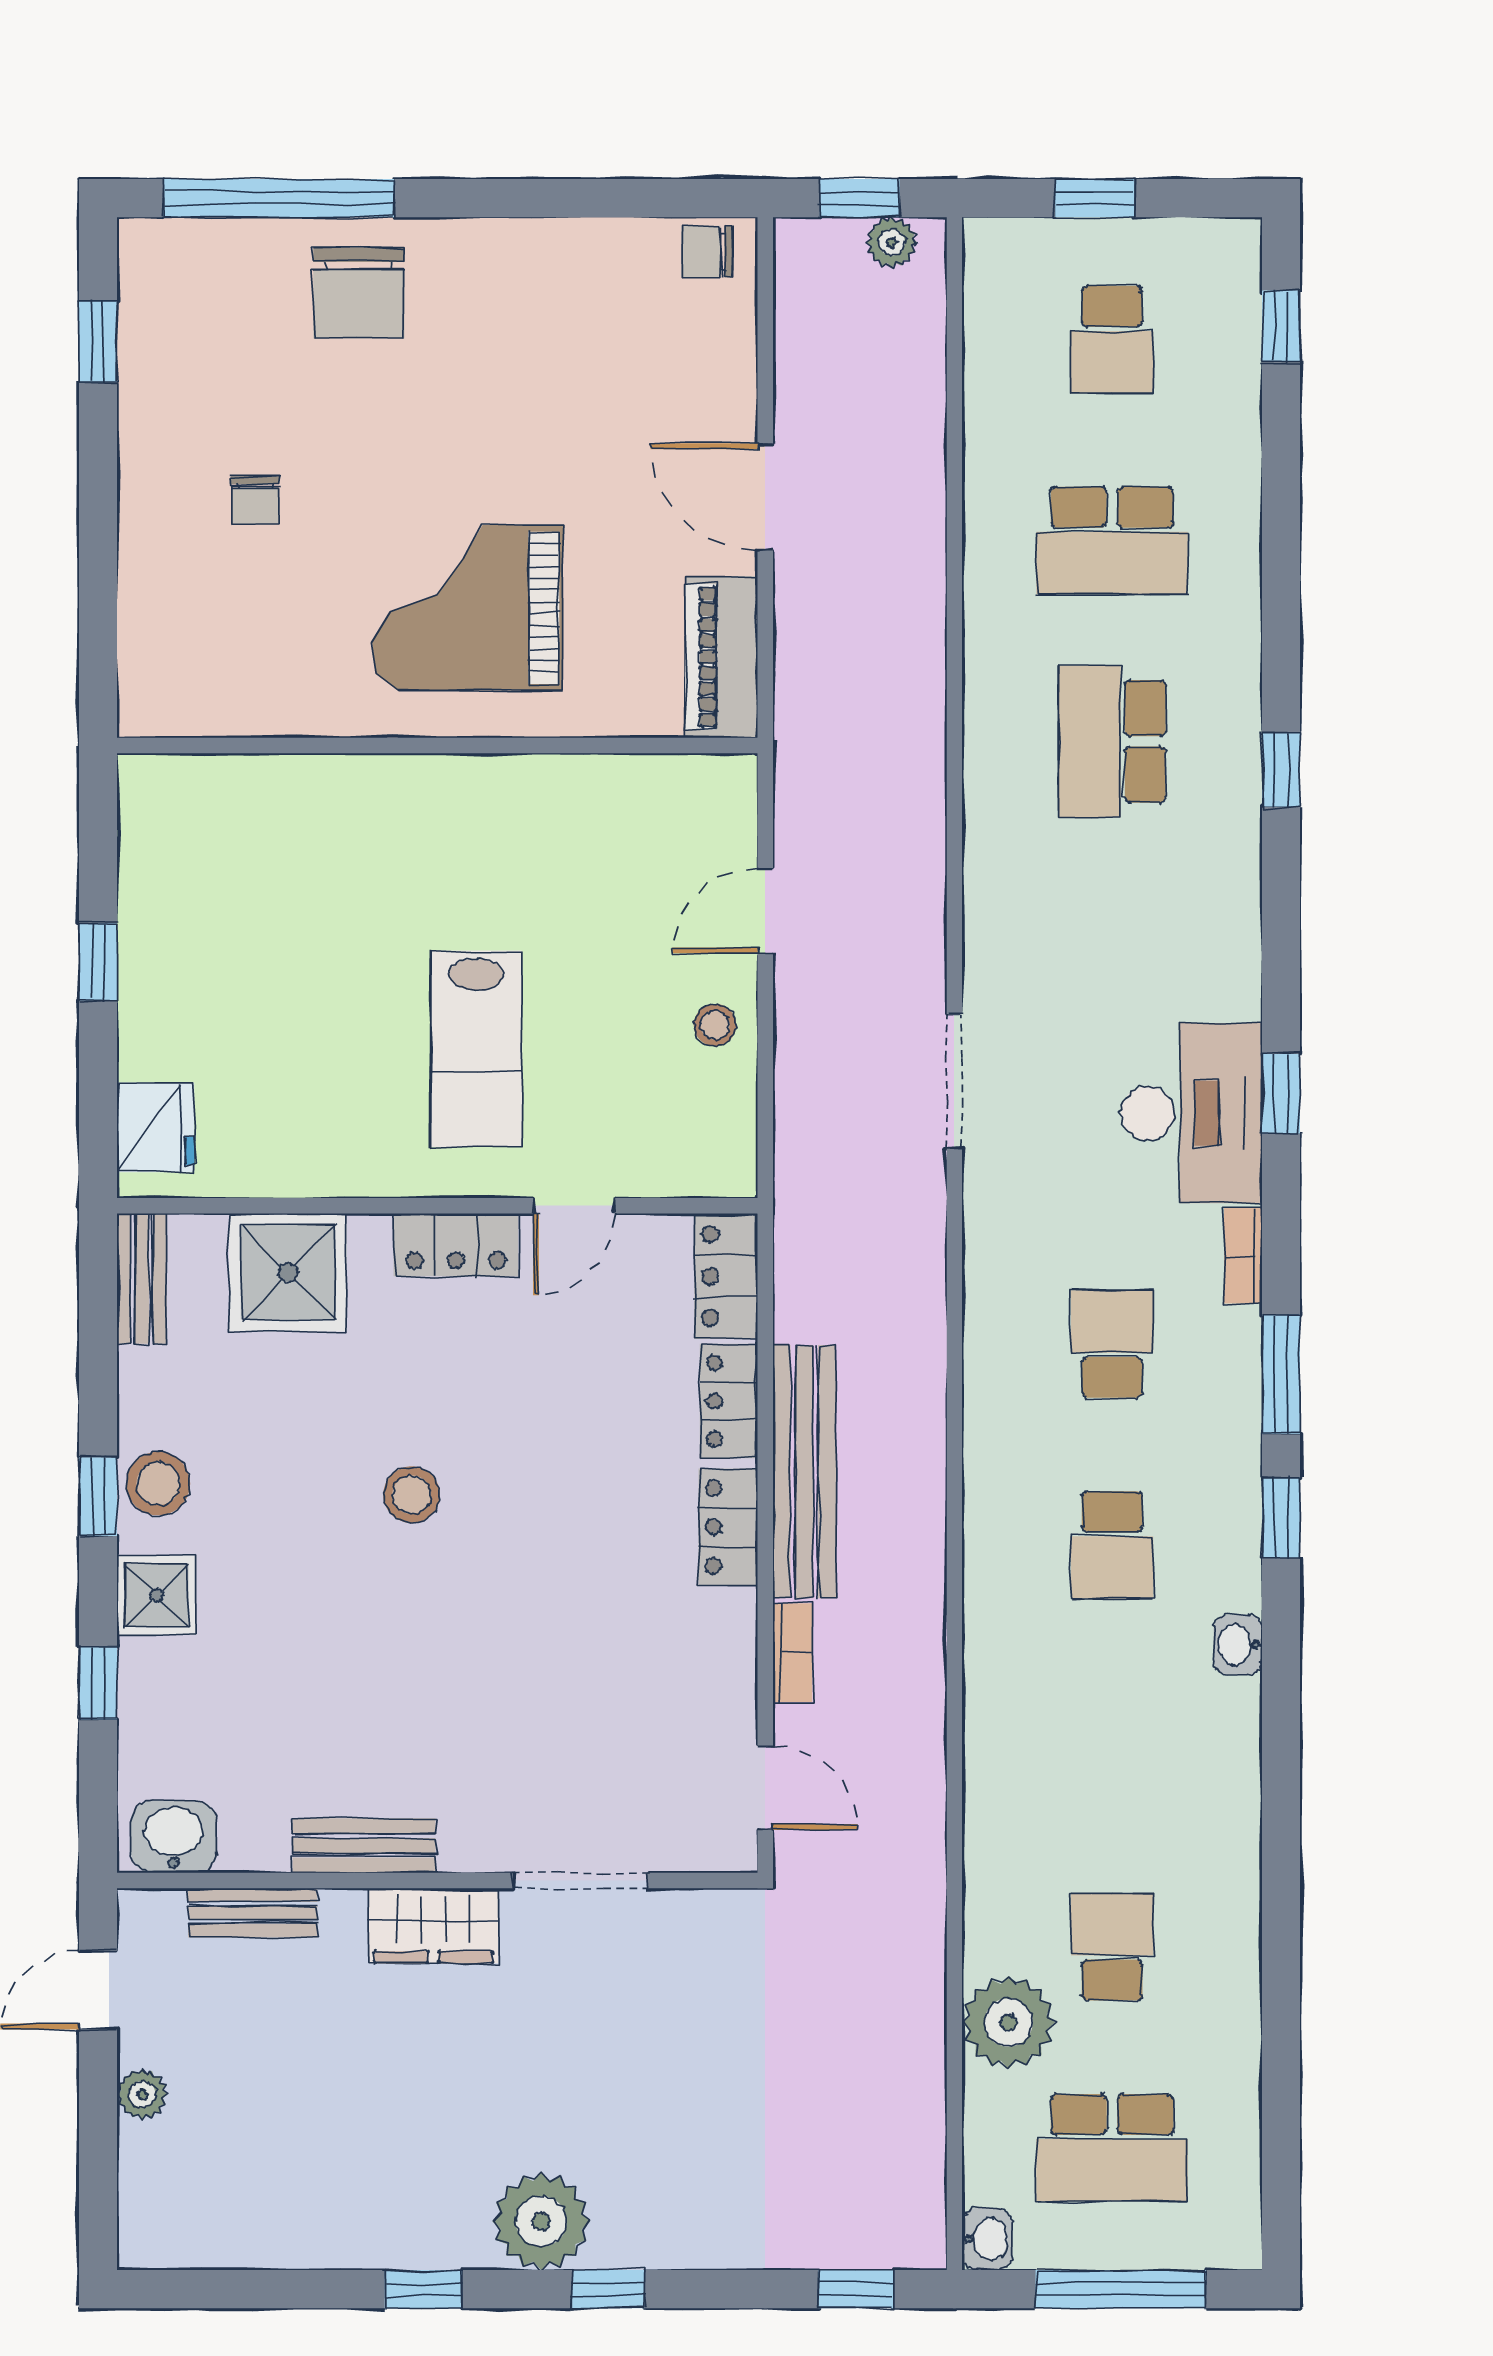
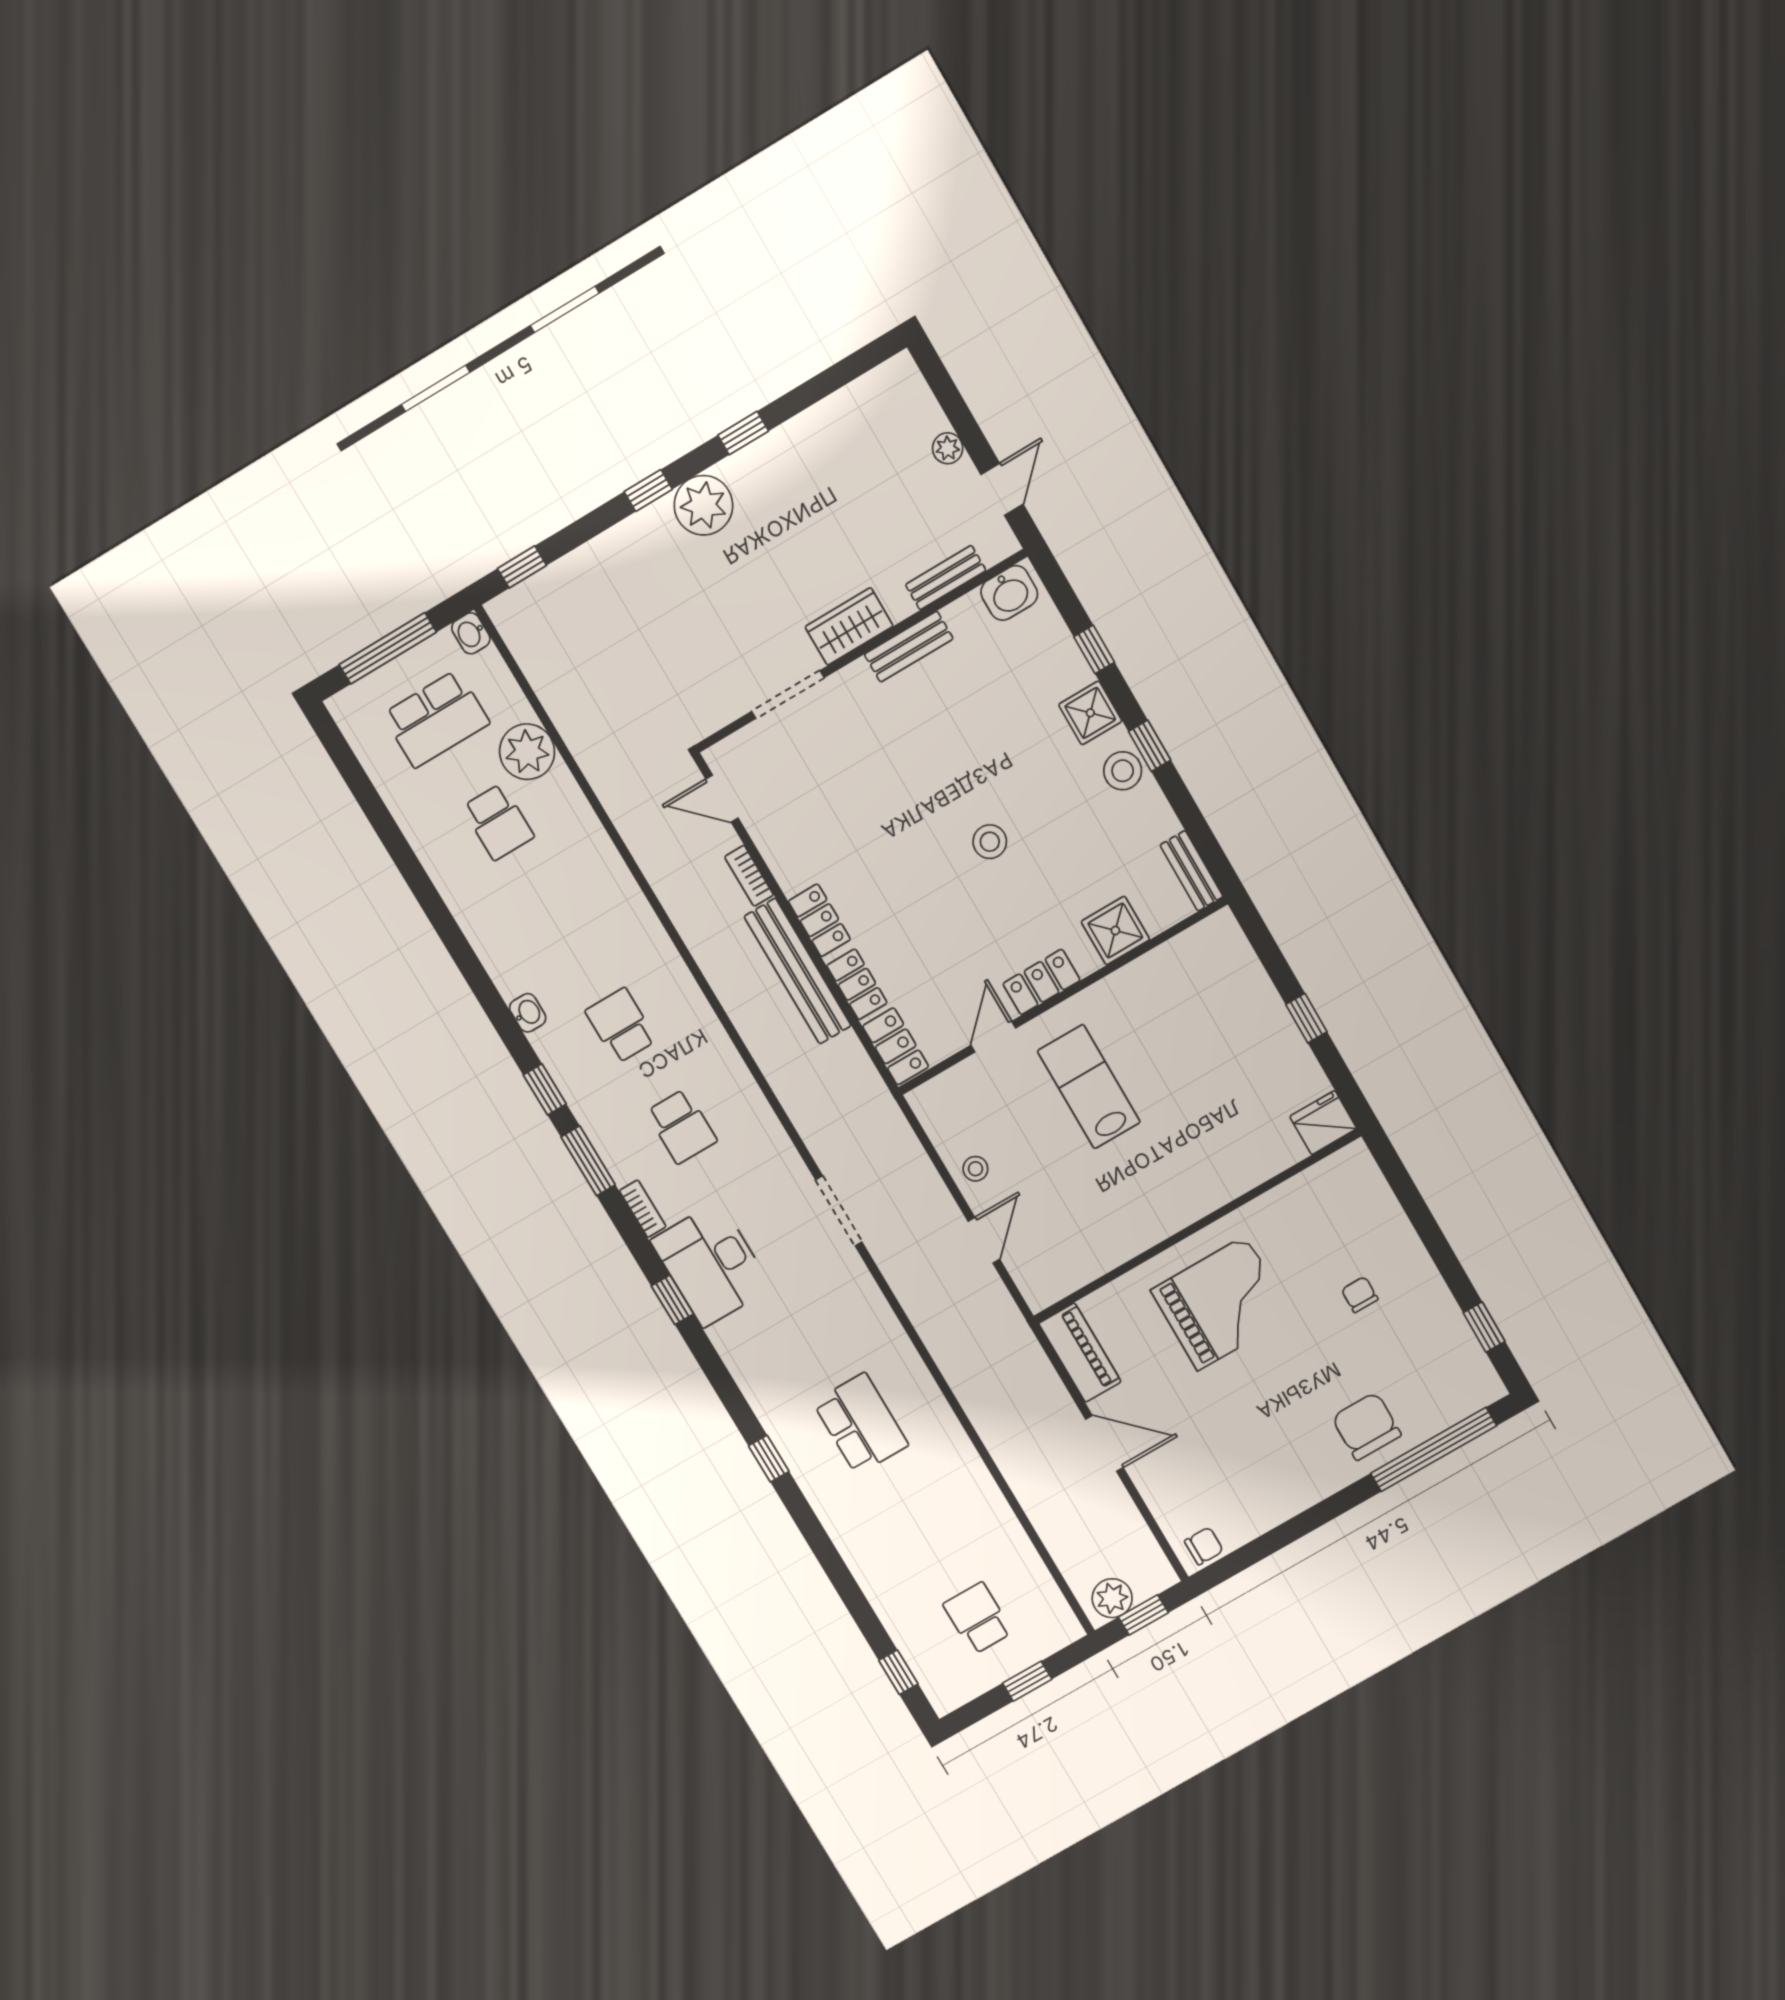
plant: (892, 242) -> (1112, 1598), width x1.38, depth x1.38
school desk: (1112, 540) -> (919, 1521), removed
fridge: (156, 1127) -> (1323, 1123), moved, turned 90
shower: (288, 1272) -> (1115, 931), width x0.73, depth x0.73
school desk: (1112, 2148) -> (436, 719), turned 180

